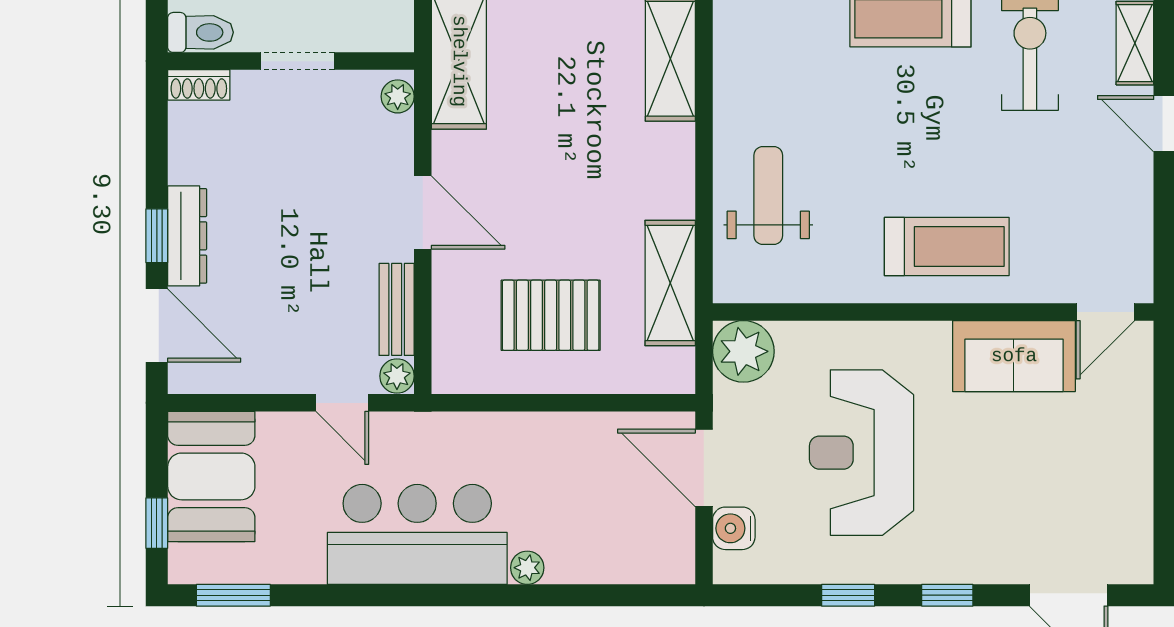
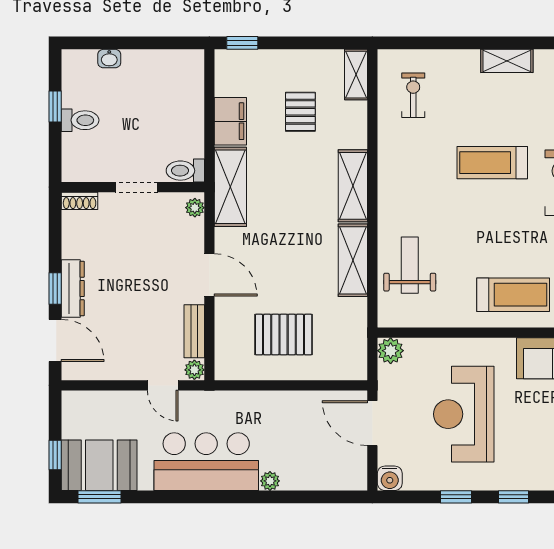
toilet: (200, 32) -> (185, 171), moved, turned 180
shelving: (670, 283) -> (353, 260), moved
plant: (743, 351) -> (391, 351), width x0.73, depth x0.73
booth: (211, 476) -> (99, 465), moved, turned 90
water cooler: (734, 528) -> (390, 478), moved, turned -90

